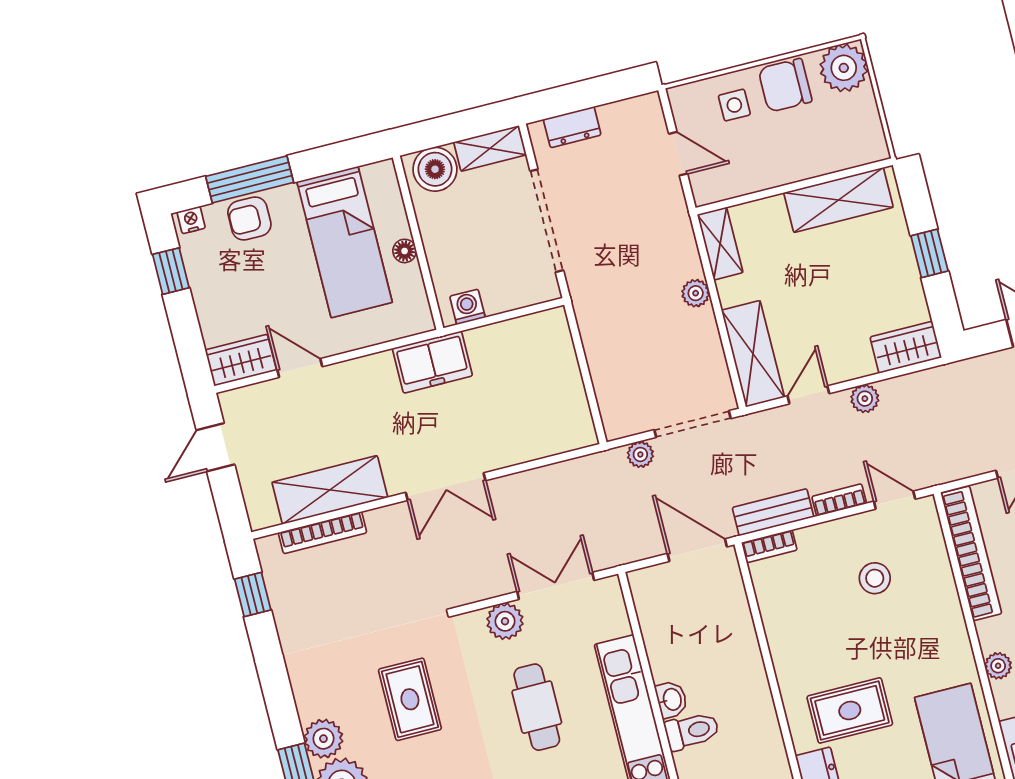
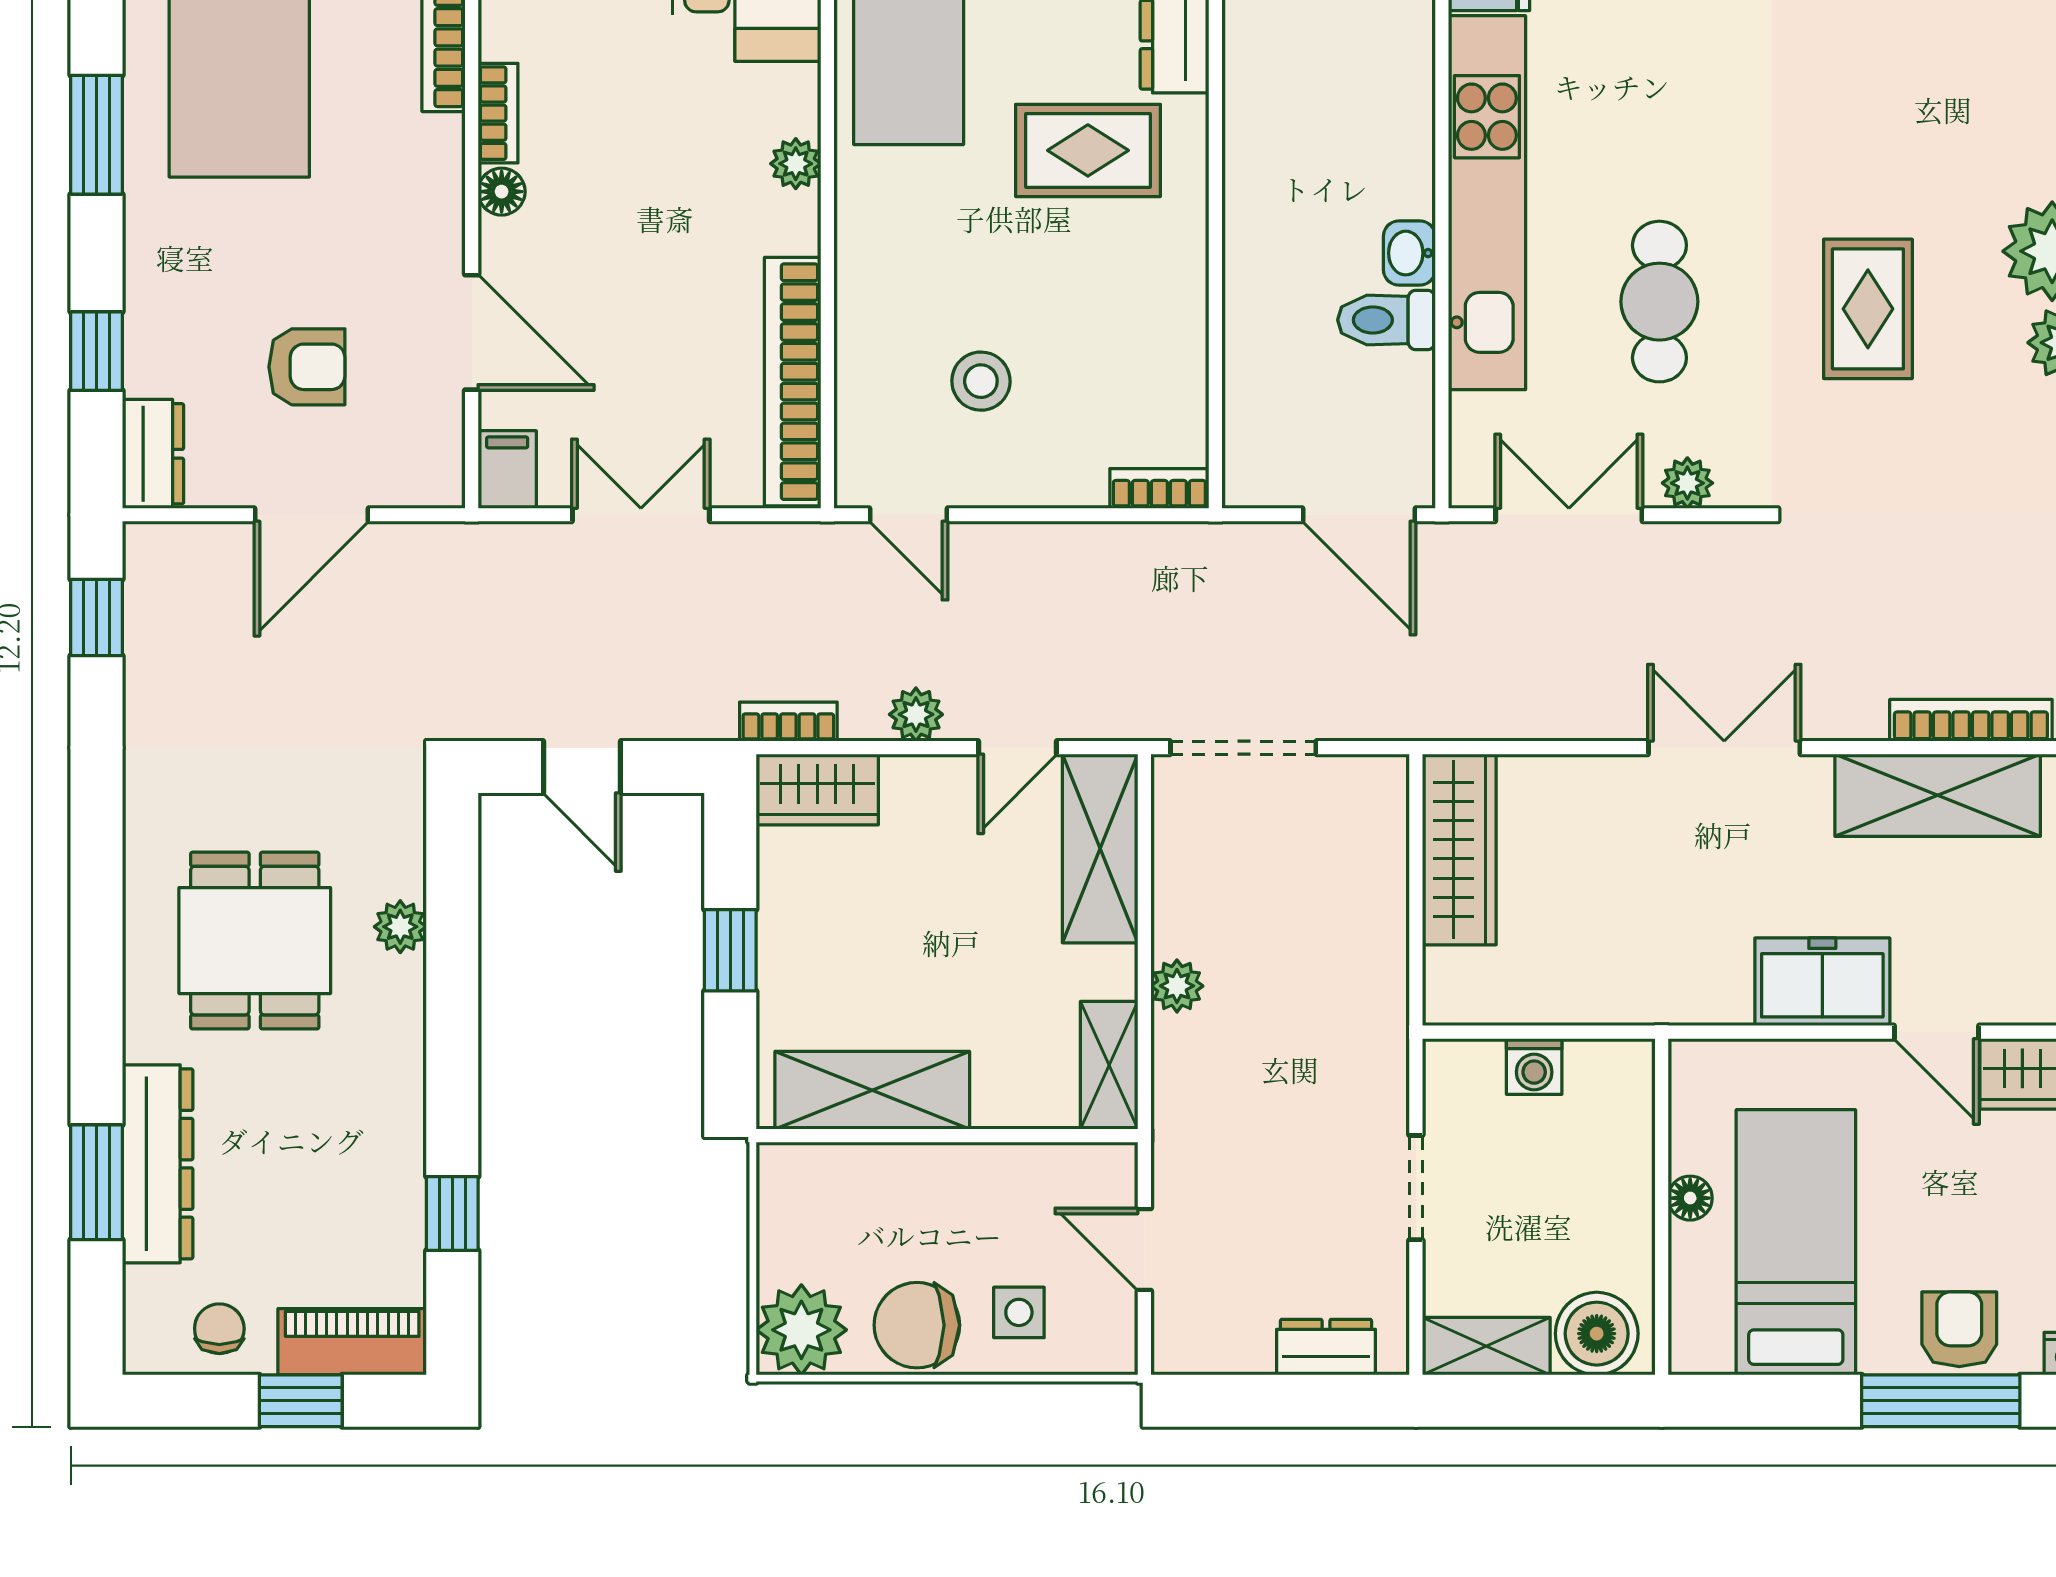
chair: (785, 85) -> (917, 1325), turned 180
armchair: (249, 219) -> (1959, 1329), turned -90
doorway: (547, 221) -> (1416, 1188), width x0.53
washing machine: (467, 307) -> (1534, 1066), moved
freezer: (432, 362) -> (1822, 982), moved
wardrobe: (568, 400) -> (1459, 849), added
plant: (640, 454) -> (1353, 716), removed
bookcase: (839, 500) -> (788, 722), moved, turned 180
bench: (773, 512) -> (1137, 549), removed
door: (697, 550) -> (1359, 515), moved
double door: (556, 586) -> (1569, 515), swing flipped
plant: (505, 621) -> (1687, 483), width x0.73, depth x0.73
rug: (410, 699) -> (1868, 309), moved
toilet: (692, 731) -> (1387, 320), moved

